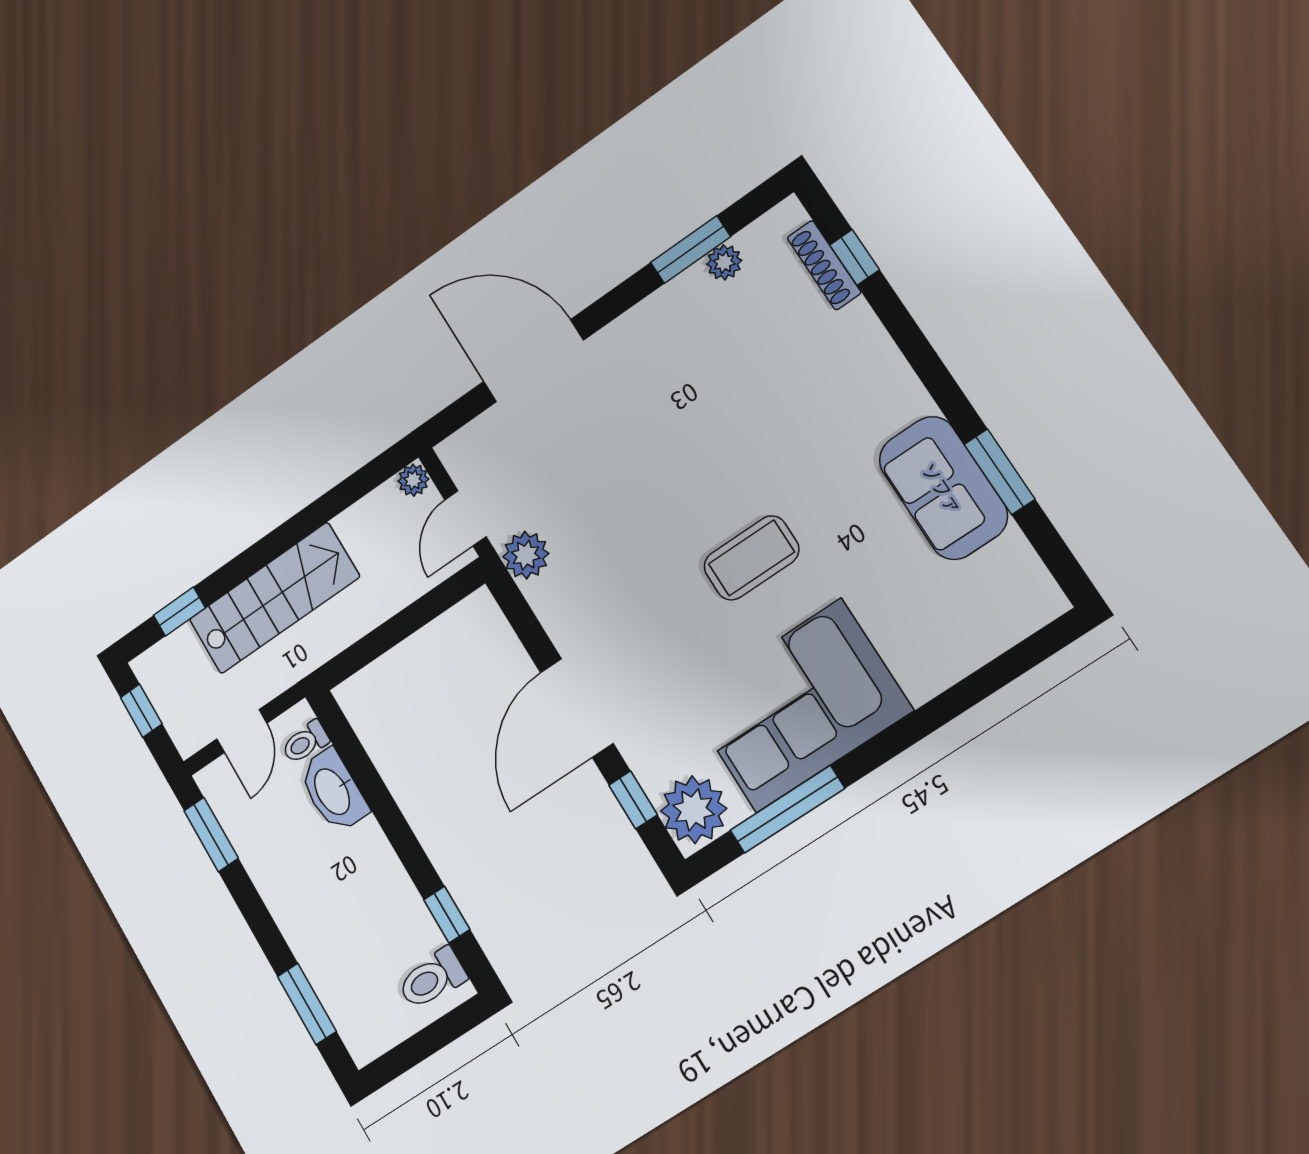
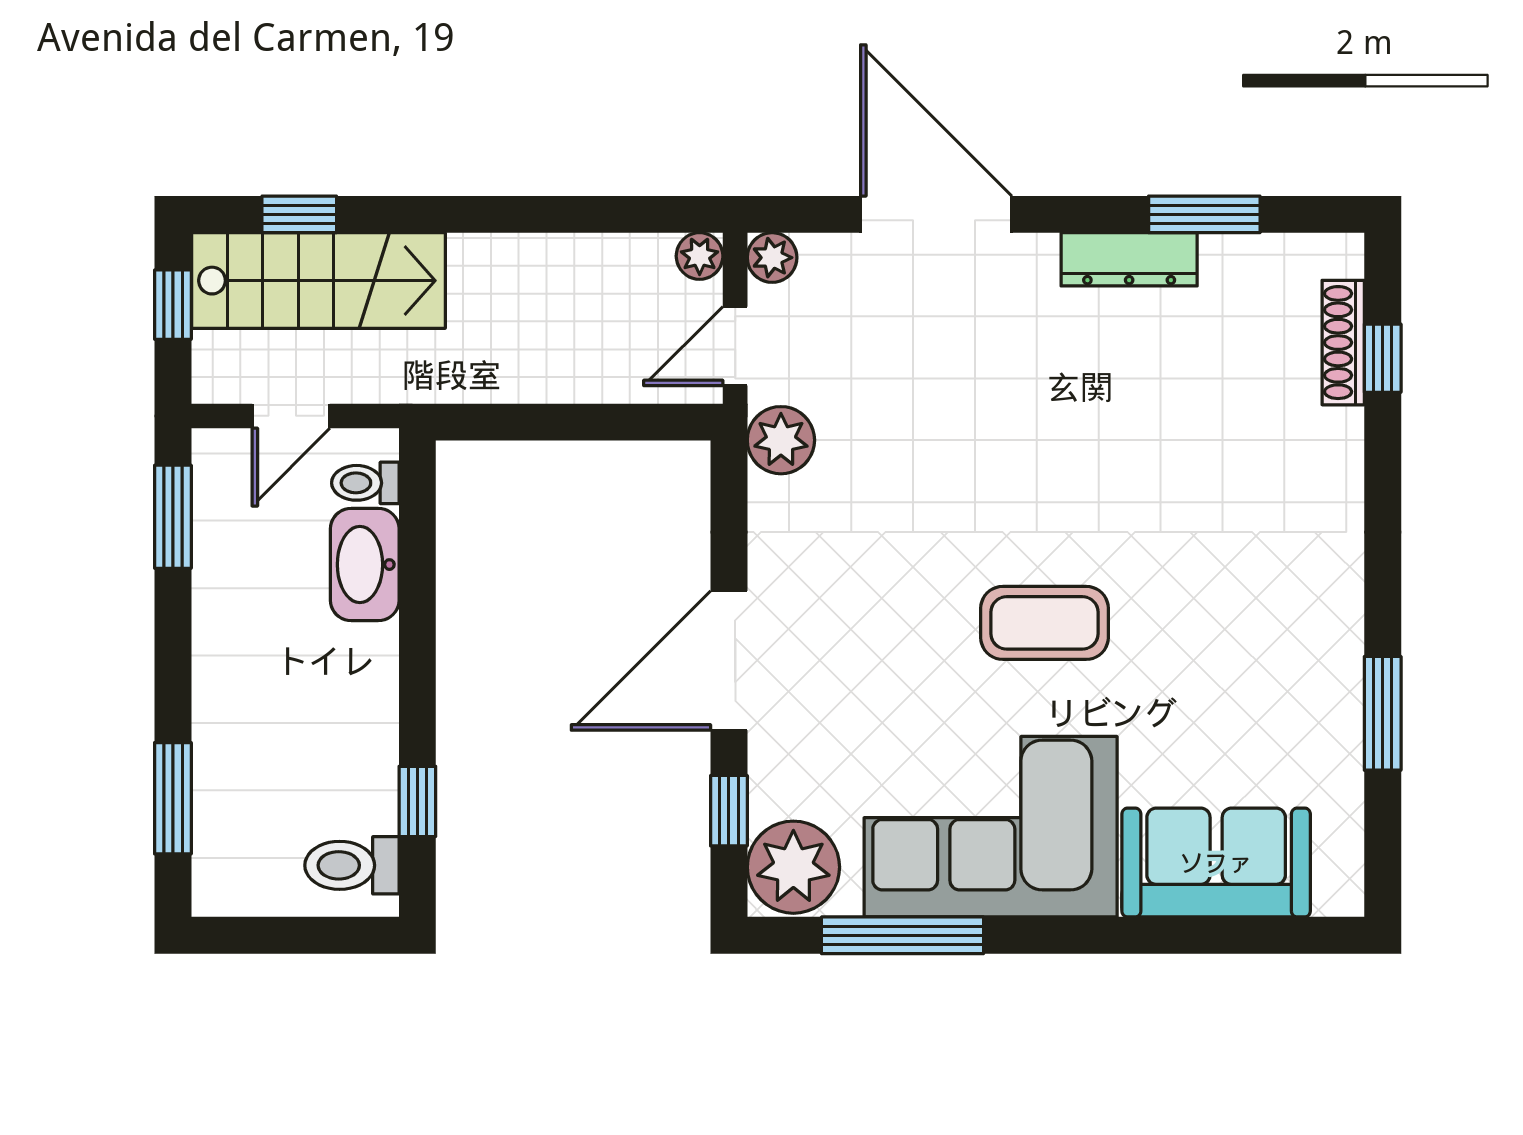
plant: (724, 262) -> (772, 258), moved
dresser: (663, 307) -> (1129, 259), added
sofa: (943, 488) -> (1216, 863), moved, turned 90
stairs: (274, 598) -> (319, 281), moved

